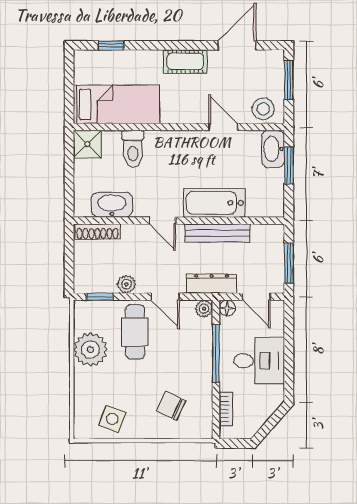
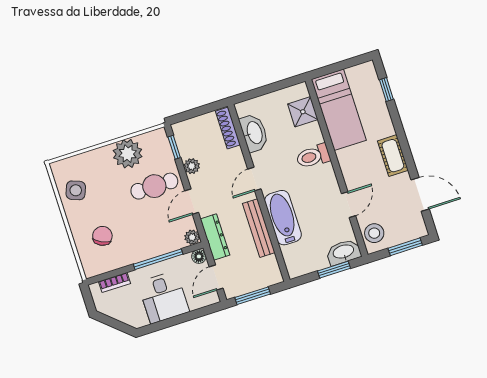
shower: (87, 144) -> (303, 112), moved
toilet: (133, 148) -> (313, 156), moved

